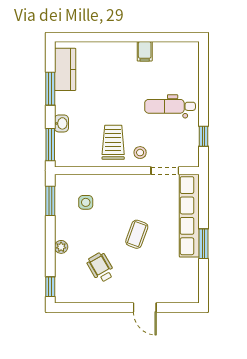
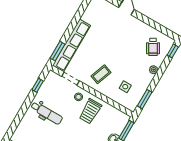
coffee table: (137, 234) -> (101, 74), moved
window: (203, 244) -> (58, 51), moved
wheelchair: (101, 267) -> (153, 47), moved

